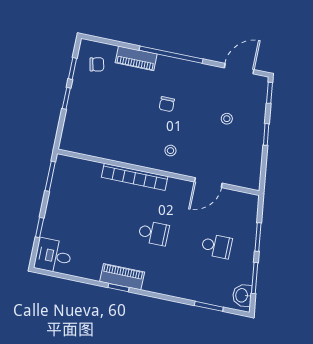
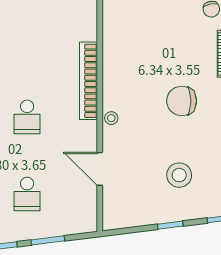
chair: (167, 104) -> (182, 101), width x1.87, depth x1.87
stool: (227, 119) -> (179, 175), width x1.89, depth x1.89
stool: (170, 151) -> (111, 118), moved

